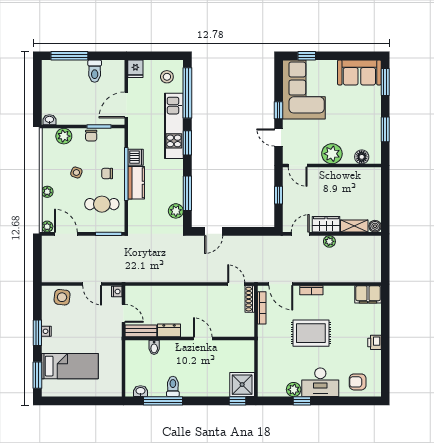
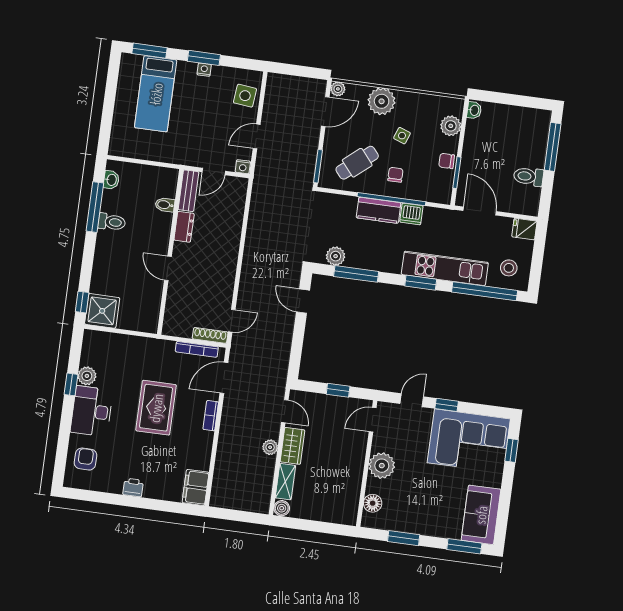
plant: (47, 192) -> (382, 101), width x1.88, depth x1.88
cafe table: (102, 204) -> (357, 163), turned 50
door: (203, 338) -> (168, 268), swing flipped

